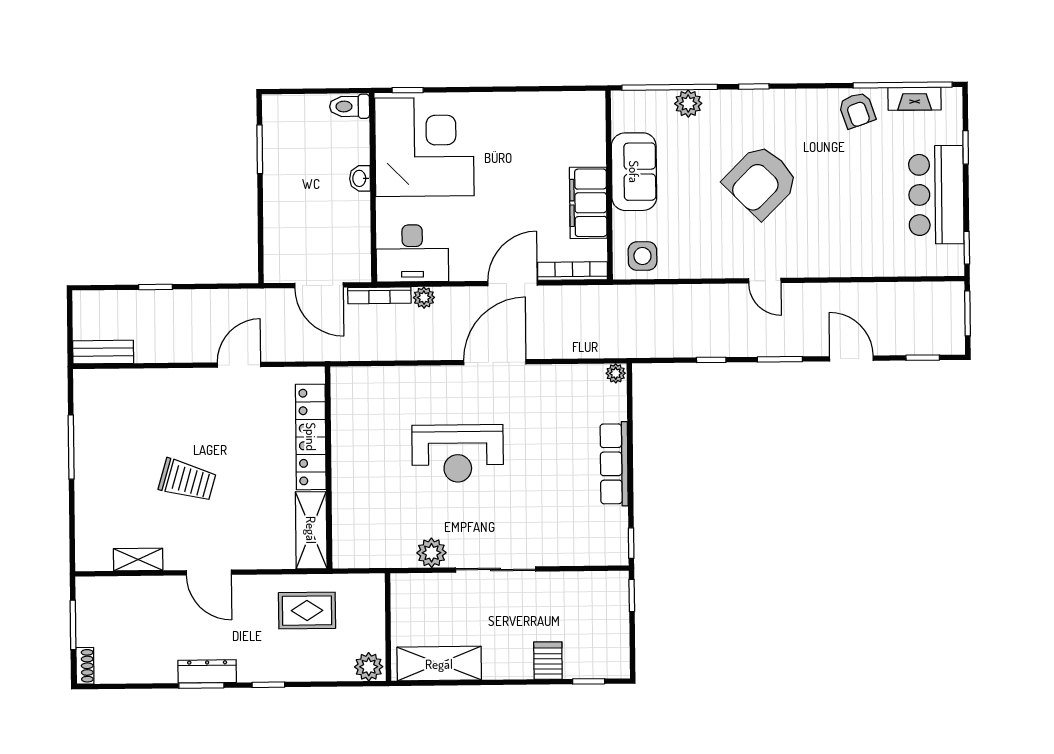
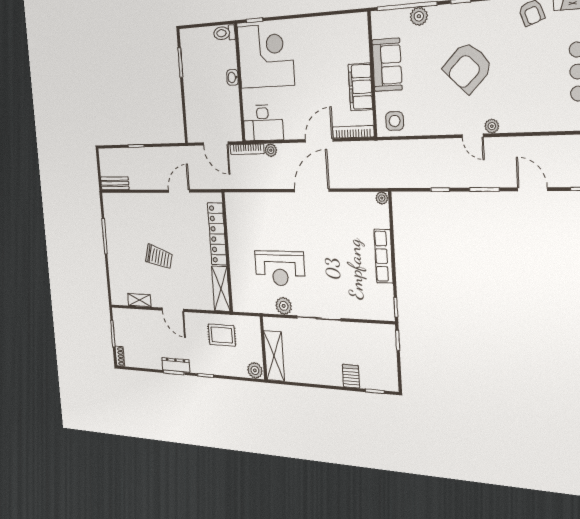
plant: (794, 267) -> (492, 126), added
reception desk: (458, 453) -> (280, 268), moved
shelving: (439, 664) -> (274, 356), moved, turned 90

